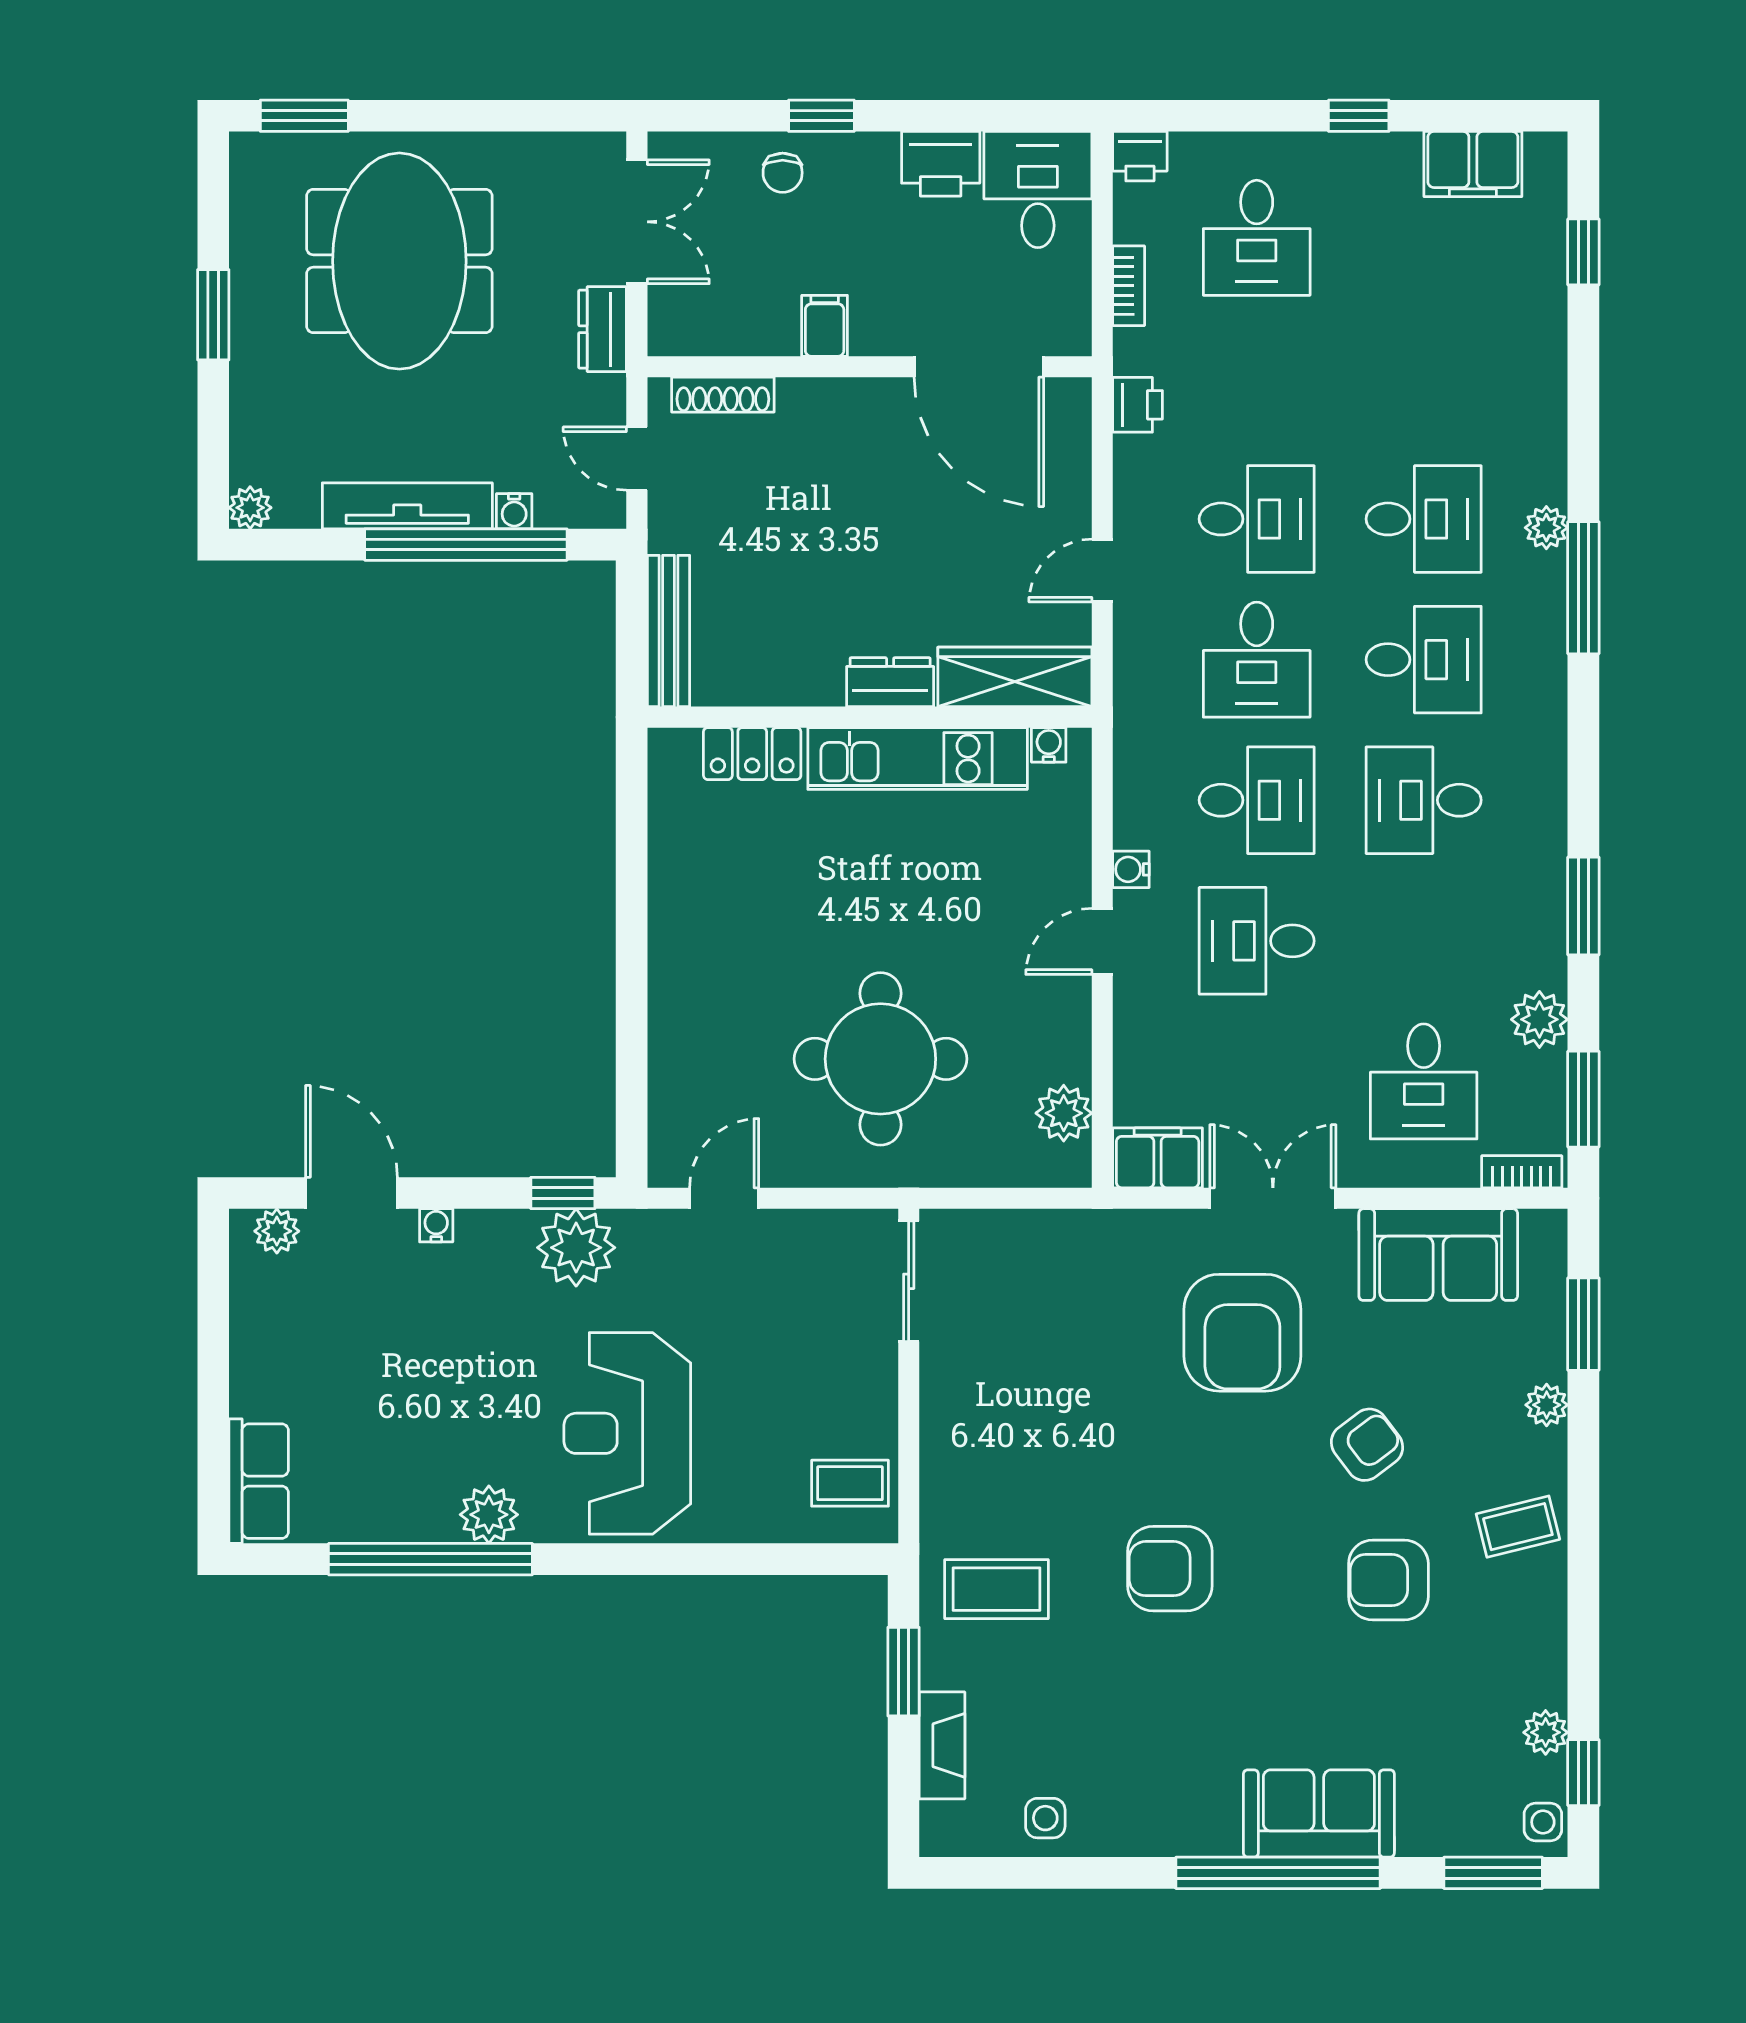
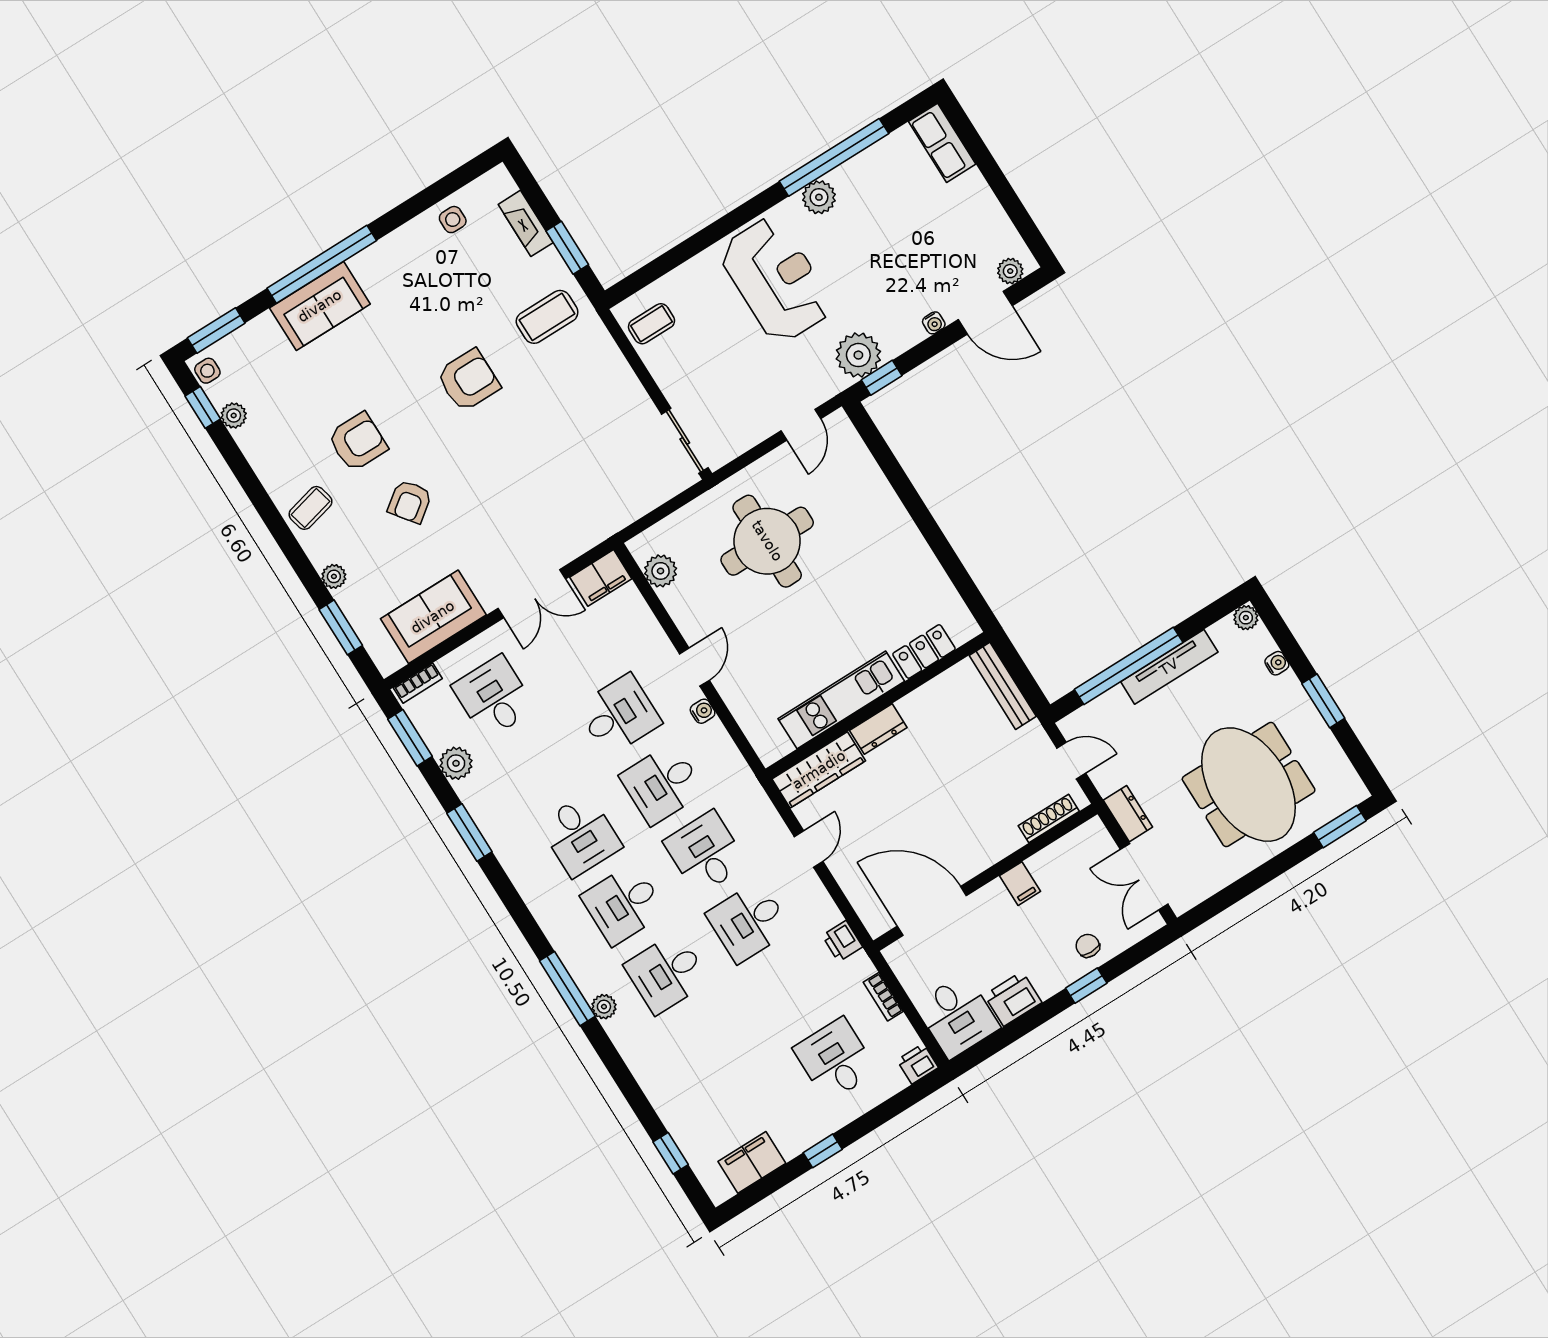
water cooler: (514, 511) -> (1277, 663), moved, turned 90
water cooler: (1049, 745) -> (781, 747), removed
desk: (1424, 800) -> (580, 835), turned 90
armchair: (1242, 1333) -> (505, 518), removed

